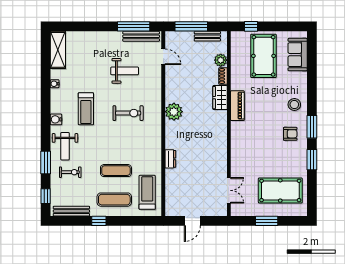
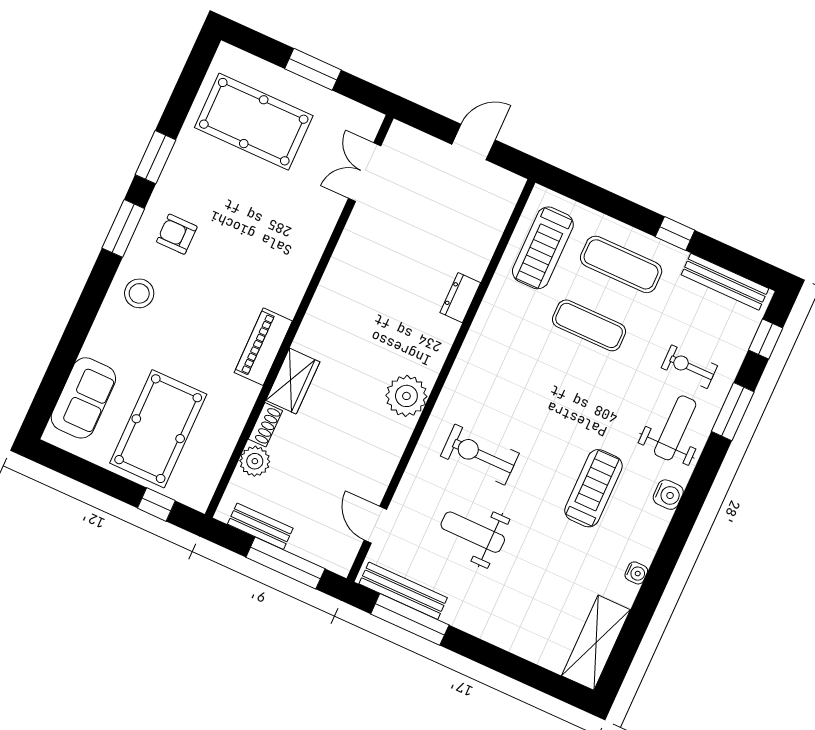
exercise bike: (128, 113) -> (480, 455), moved

